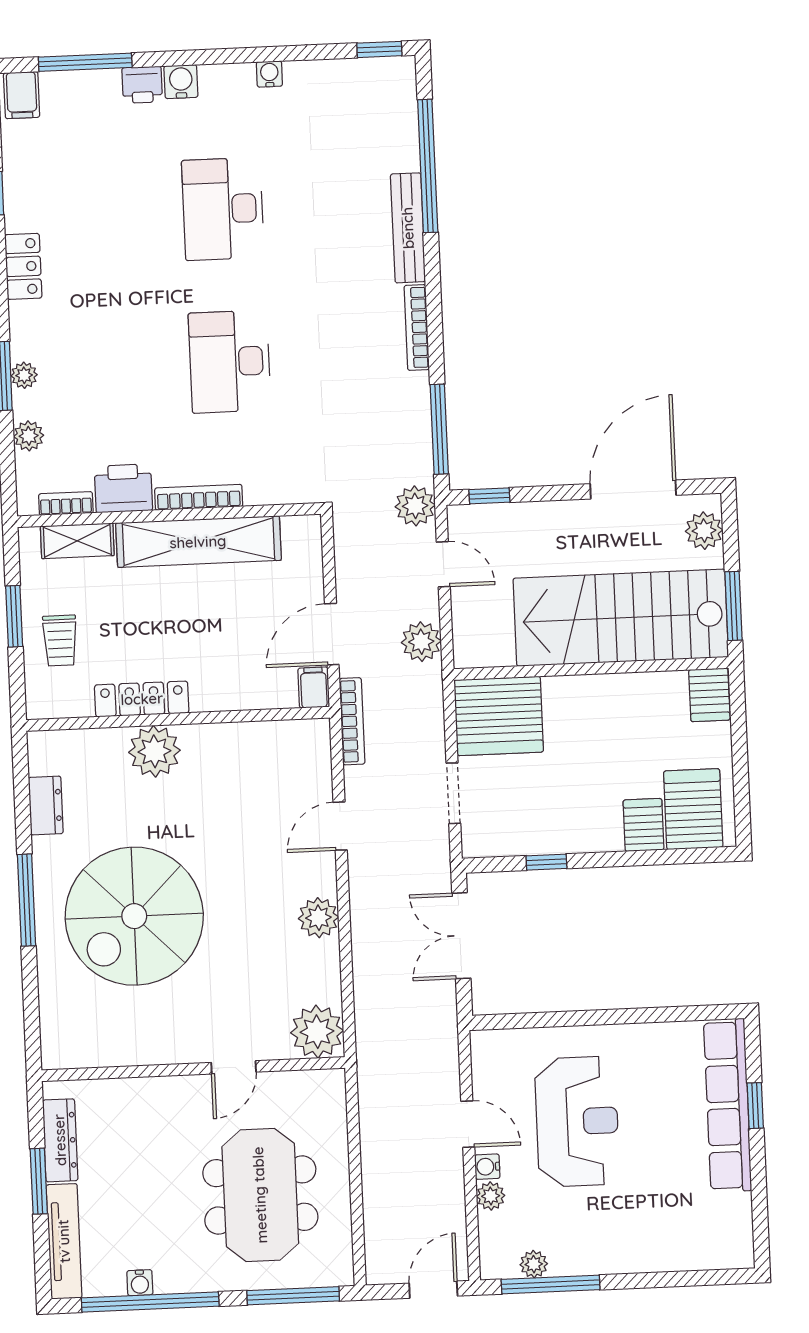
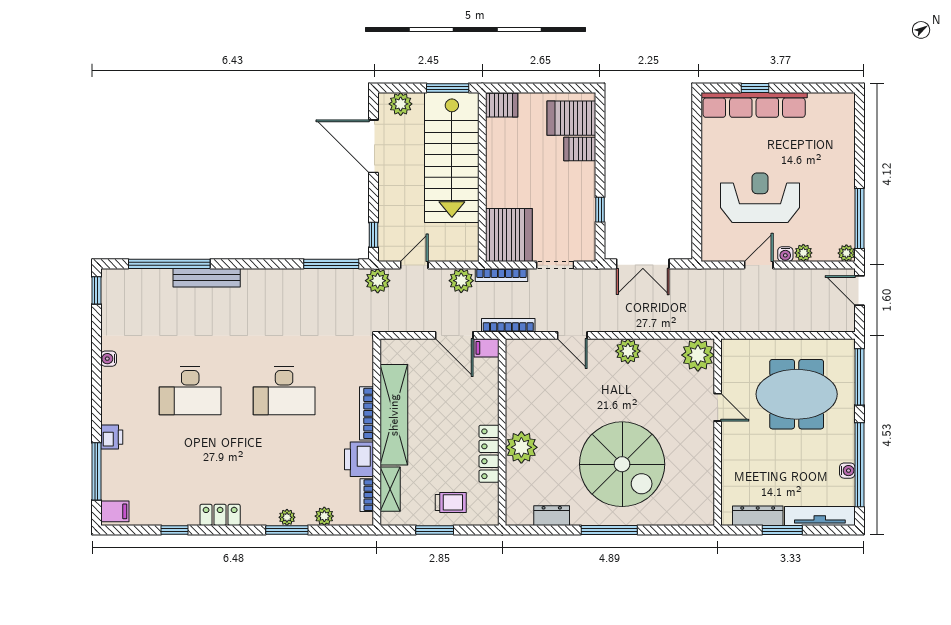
water cooler: (181, 82) -> (111, 413), removed
bookcase: (417, 327) -> (501, 275), moved
plant: (534, 1264) -> (846, 253), moved

